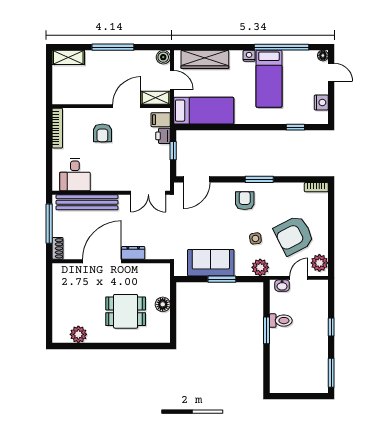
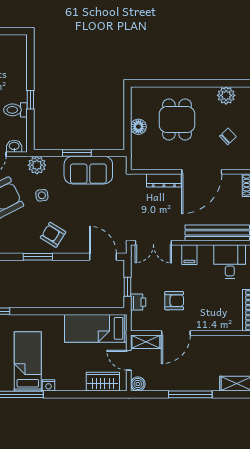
wardrobe: (205, 59) -> (103, 382), width x0.67
filing cabinet: (161, 120) -> (189, 255), moved, turned 90
armchair: (102, 133) -> (174, 301), moved, turned 90
door: (197, 179) -> (103, 257), hinge flipped
double door: (148, 193) -> (153, 243), swing flipped
armchair: (245, 201) -> (53, 235), turned 122
dresser: (133, 253) -> (164, 180), width x1.44
chair: (77, 295) -> (228, 136), added
dining table: (126, 311) -> (177, 120), turned 90
window: (266, 330) -> (30, 100), width x0.67

